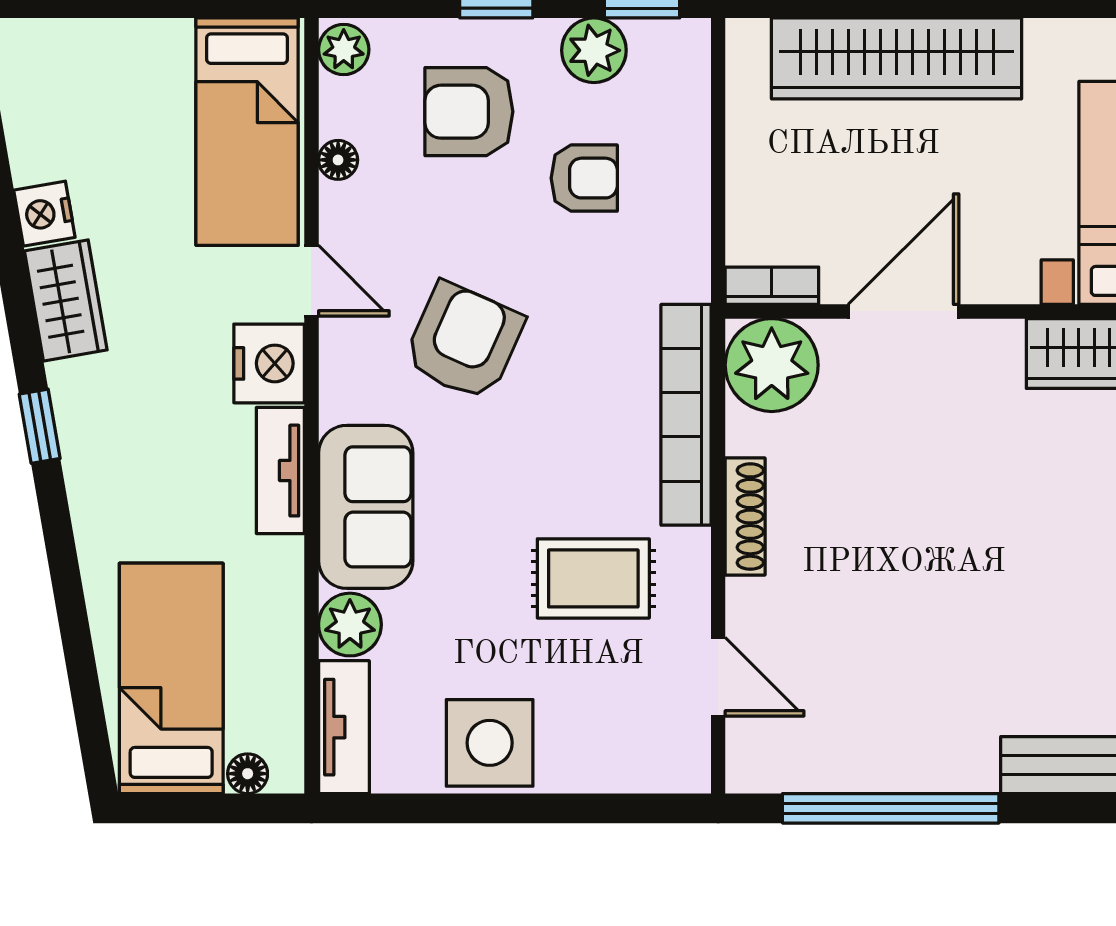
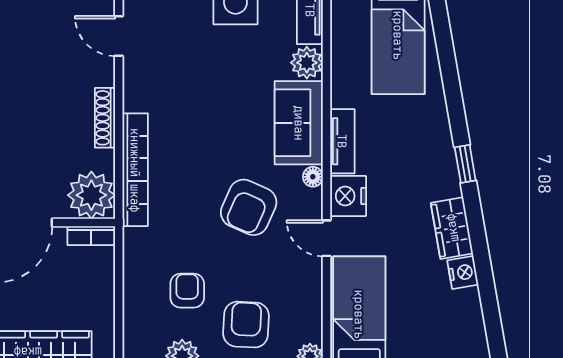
armchair: (469, 112) -> (246, 325), turned -87
floor lamp: (338, 160) -> (313, 177), moved
armchair: (584, 178) -> (187, 291), turned 90
rug: (593, 578) -> (182, 86), removed

